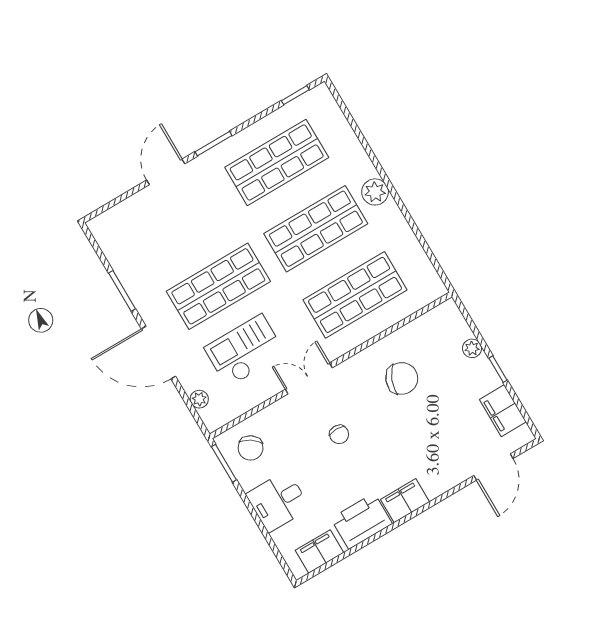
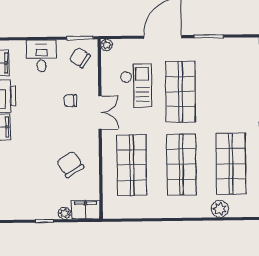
plant: (375, 192) -> (220, 209), moved
chair: (402, 378) -> (70, 164), turned 126
plant: (199, 399) -> (107, 45), moved
filing cabinet: (503, 411) -> (86, 210), moved
chair: (339, 434) -> (71, 101), moved

